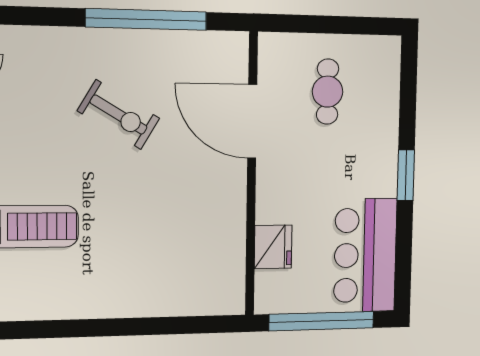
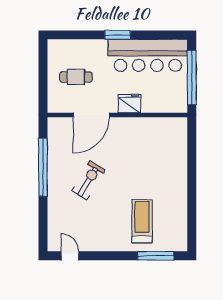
fridge: (273, 247) -> (129, 103), moved
bar counter: (365, 255) -> (148, 55), width x1.36

